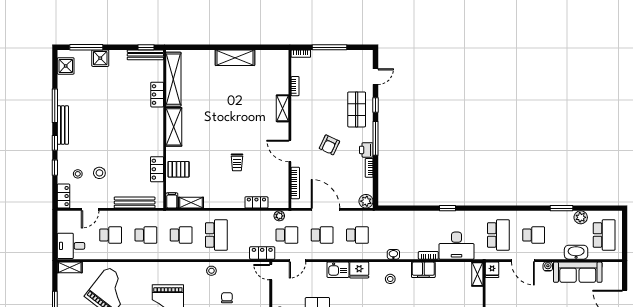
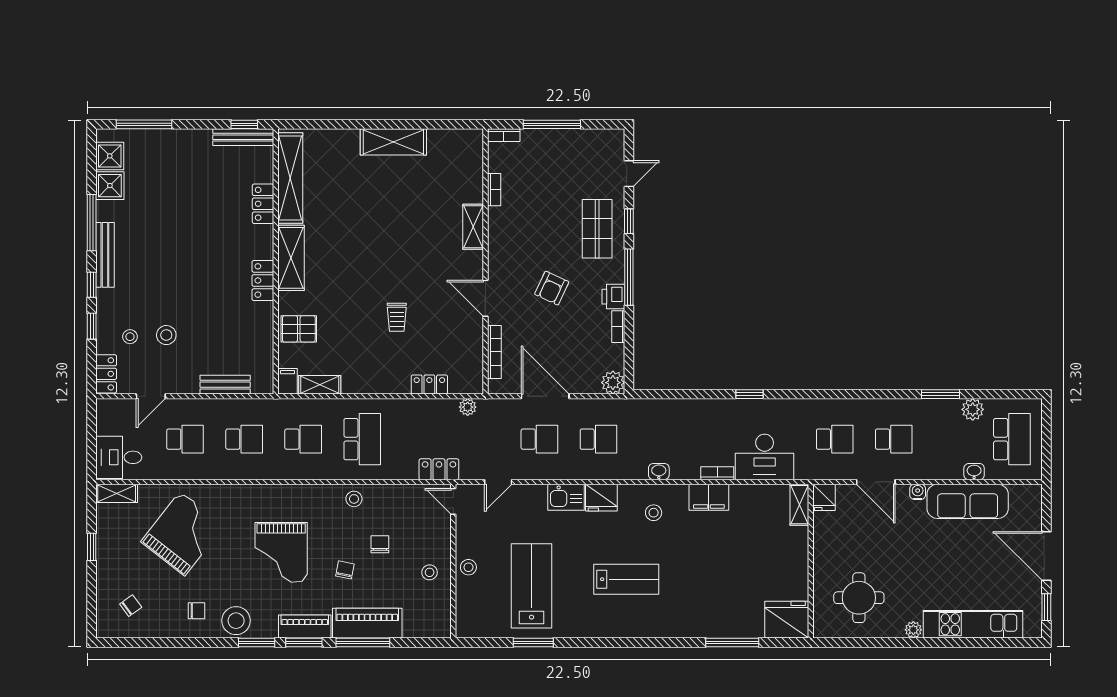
shower: (100, 58) -> (110, 186), moved
locker: (157, 169) -> (263, 280), moved
bench: (135, 203) -> (225, 385), width x0.73
school desk: (287, 235) -> (480, 439), removed
school desk: (498, 235) -> (835, 439), width x0.54
washbasin: (576, 252) -> (974, 472), width x0.52, depth x0.69

